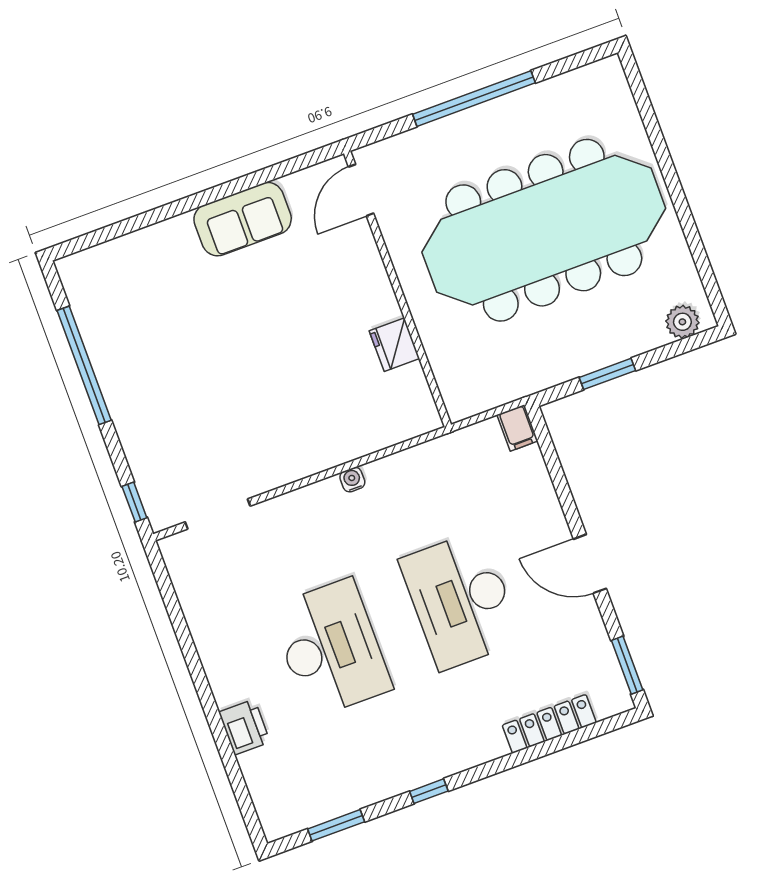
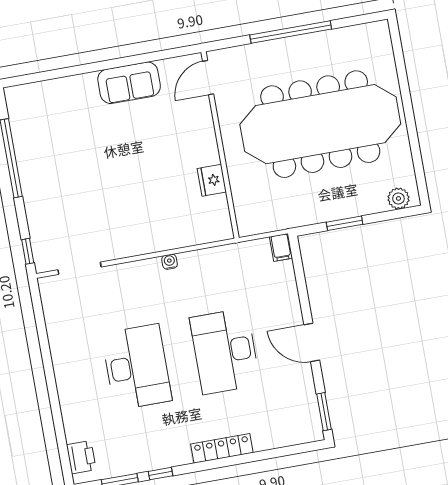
locker: (549, 724) -> (222, 448), moved
printer: (244, 727) -> (81, 457), moved
window: (429, 791) -> (161, 474), moved

